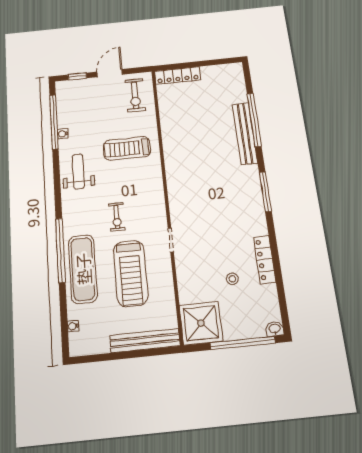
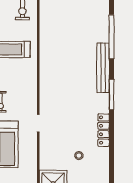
bench: (245, 133) -> (103, 68), moved
locker: (265, 259) -> (104, 130), moved

